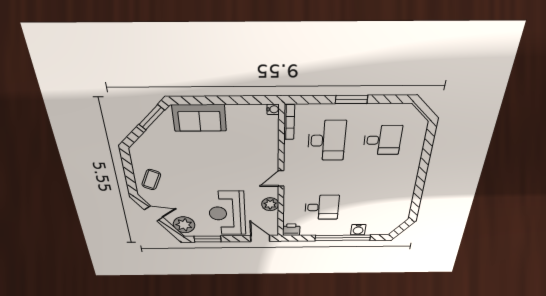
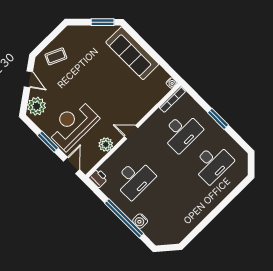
sofa: (199, 118) -> (132, 53), width x1.36
desk: (382, 140) -> (213, 163), width x1.37
desk: (322, 207) -> (134, 179), width x1.37
window: (208, 239) -> (48, 142), moved

